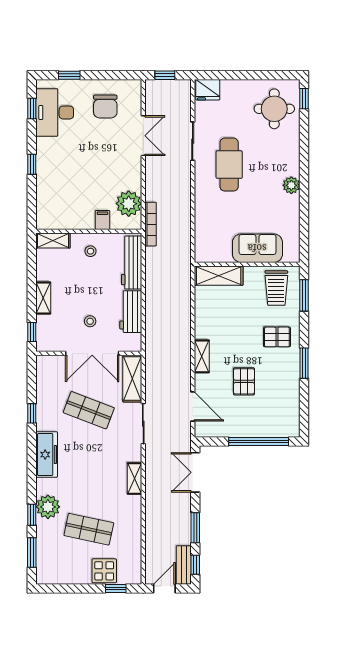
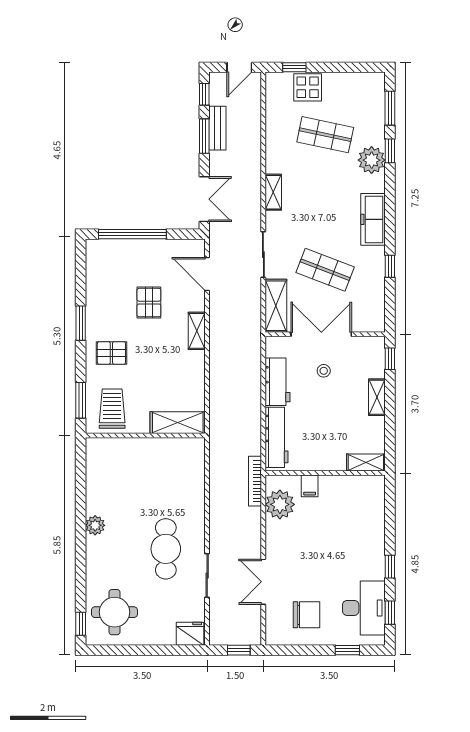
chair: (105, 106) -> (306, 615), turned 90
window: (32, 164) -> (390, 567), moved
sofa: (257, 248) -> (134, 454), removed
stool: (91, 251) -> (323, 450), removed
bench: (184, 565) -> (217, 128), moved

